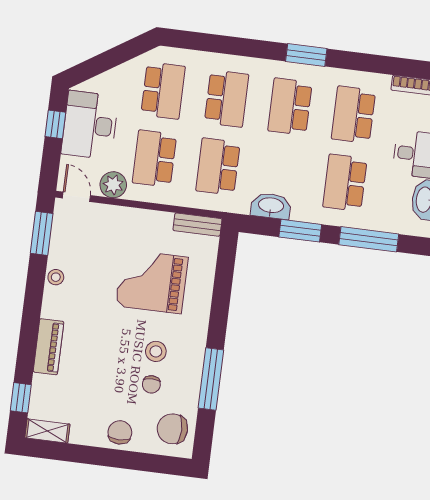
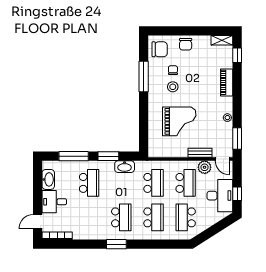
school desk: (227, 99) -> (153, 217), turned 180
school desk: (353, 115) -> (89, 217), removed
bench: (198, 225) -> (200, 153), moved

